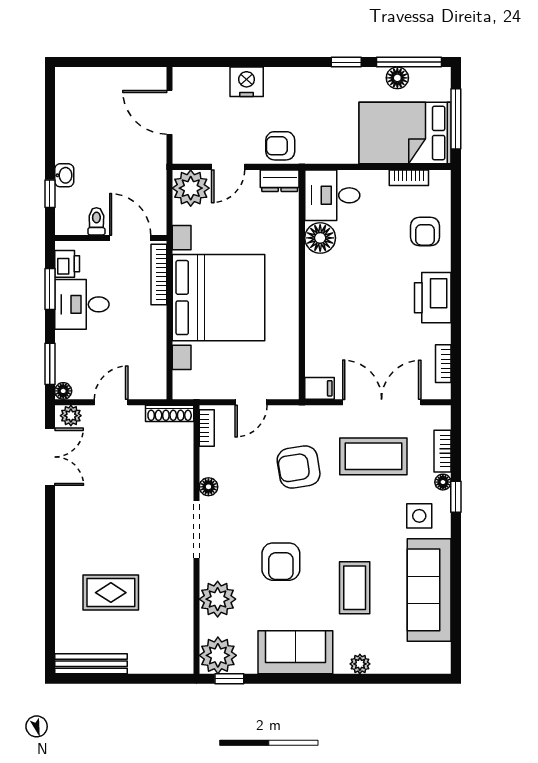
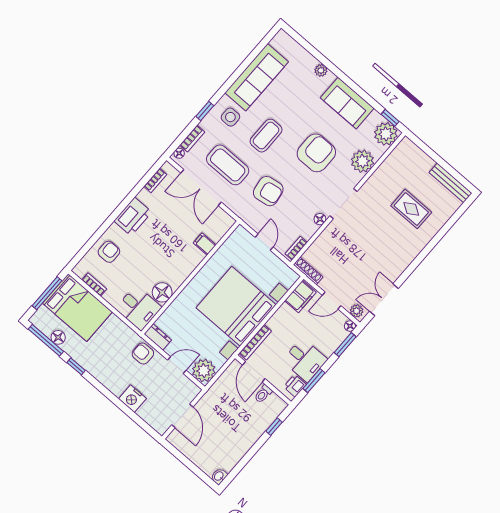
armchair: (280, 146) -> (143, 354), turned 180
washbasin: (64, 175) -> (219, 476), moved
filing cabinet: (152, 375) -> (300, 297), added
filing cabinet: (319, 388) -> (205, 244), moved
door: (251, 402) -> (264, 242), hinge flipped
floor lamp: (443, 482) -> (179, 153), moved
armchair: (281, 562) -> (316, 153), width x1.36, depth x1.36
coffee table: (355, 588) -> (266, 136), moved

